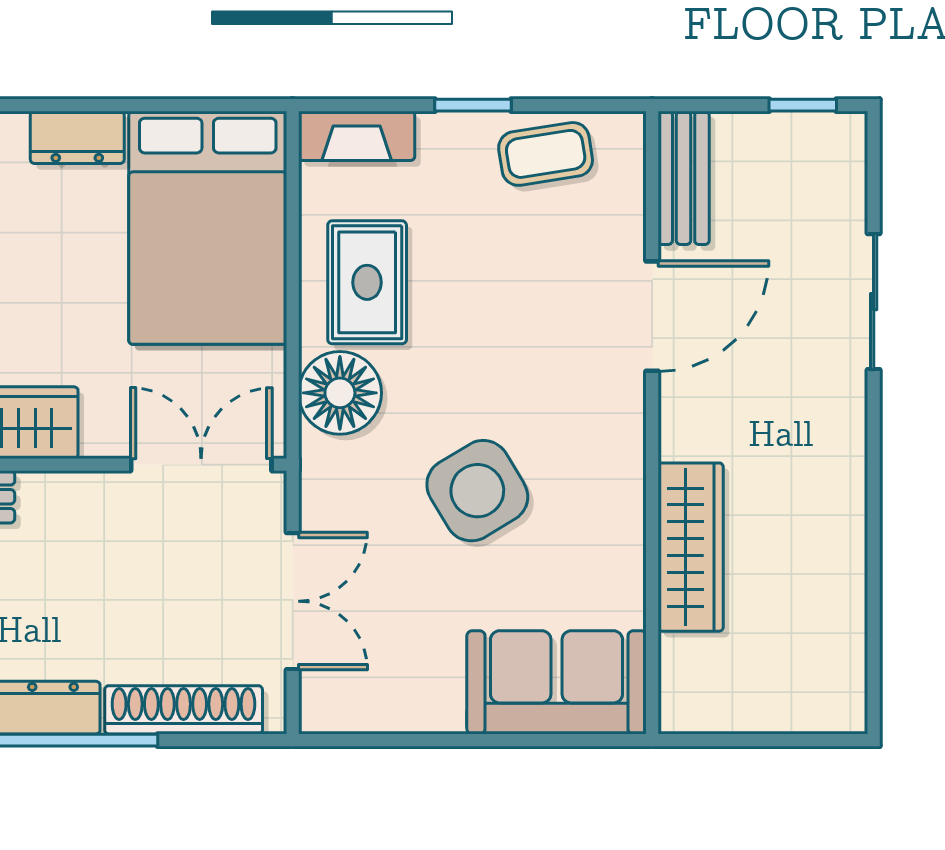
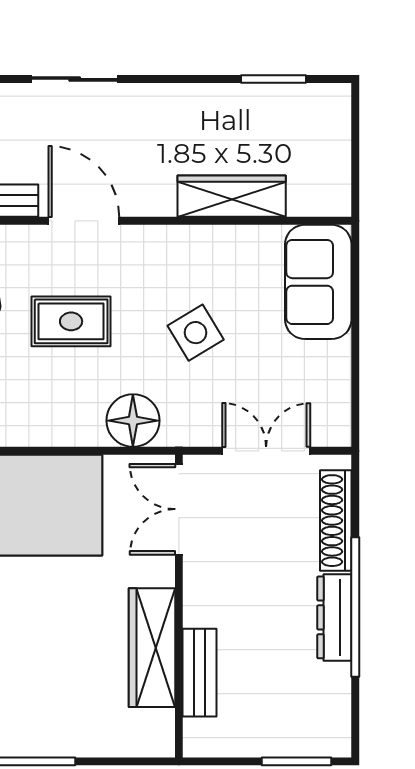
rug: (367, 282) -> (71, 321), moved
side table: (477, 491) -> (196, 333), width x0.73, depth x0.73
window: (874, 613) -> (274, 79), added

